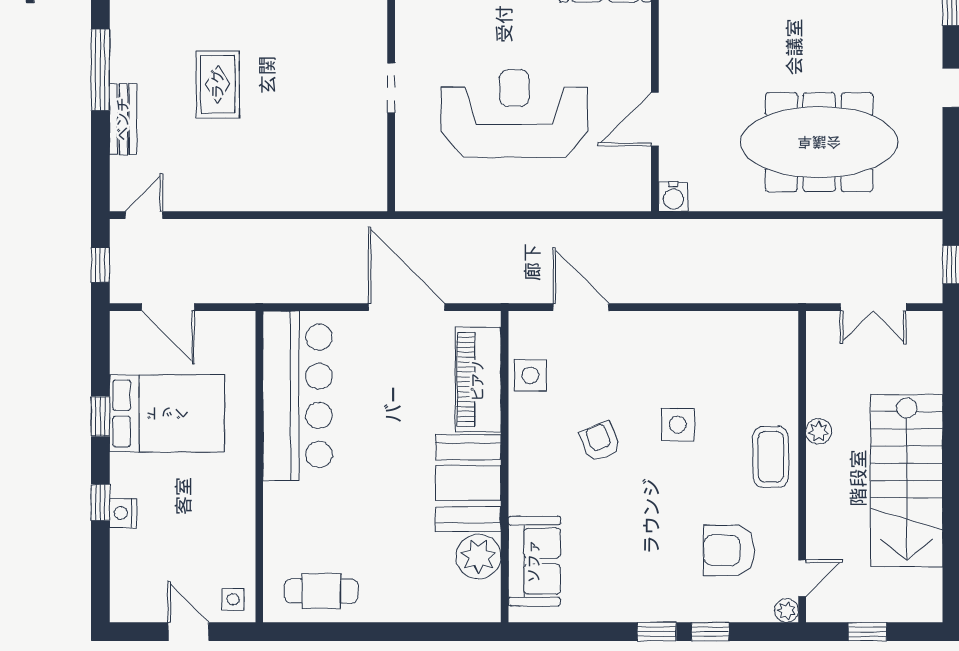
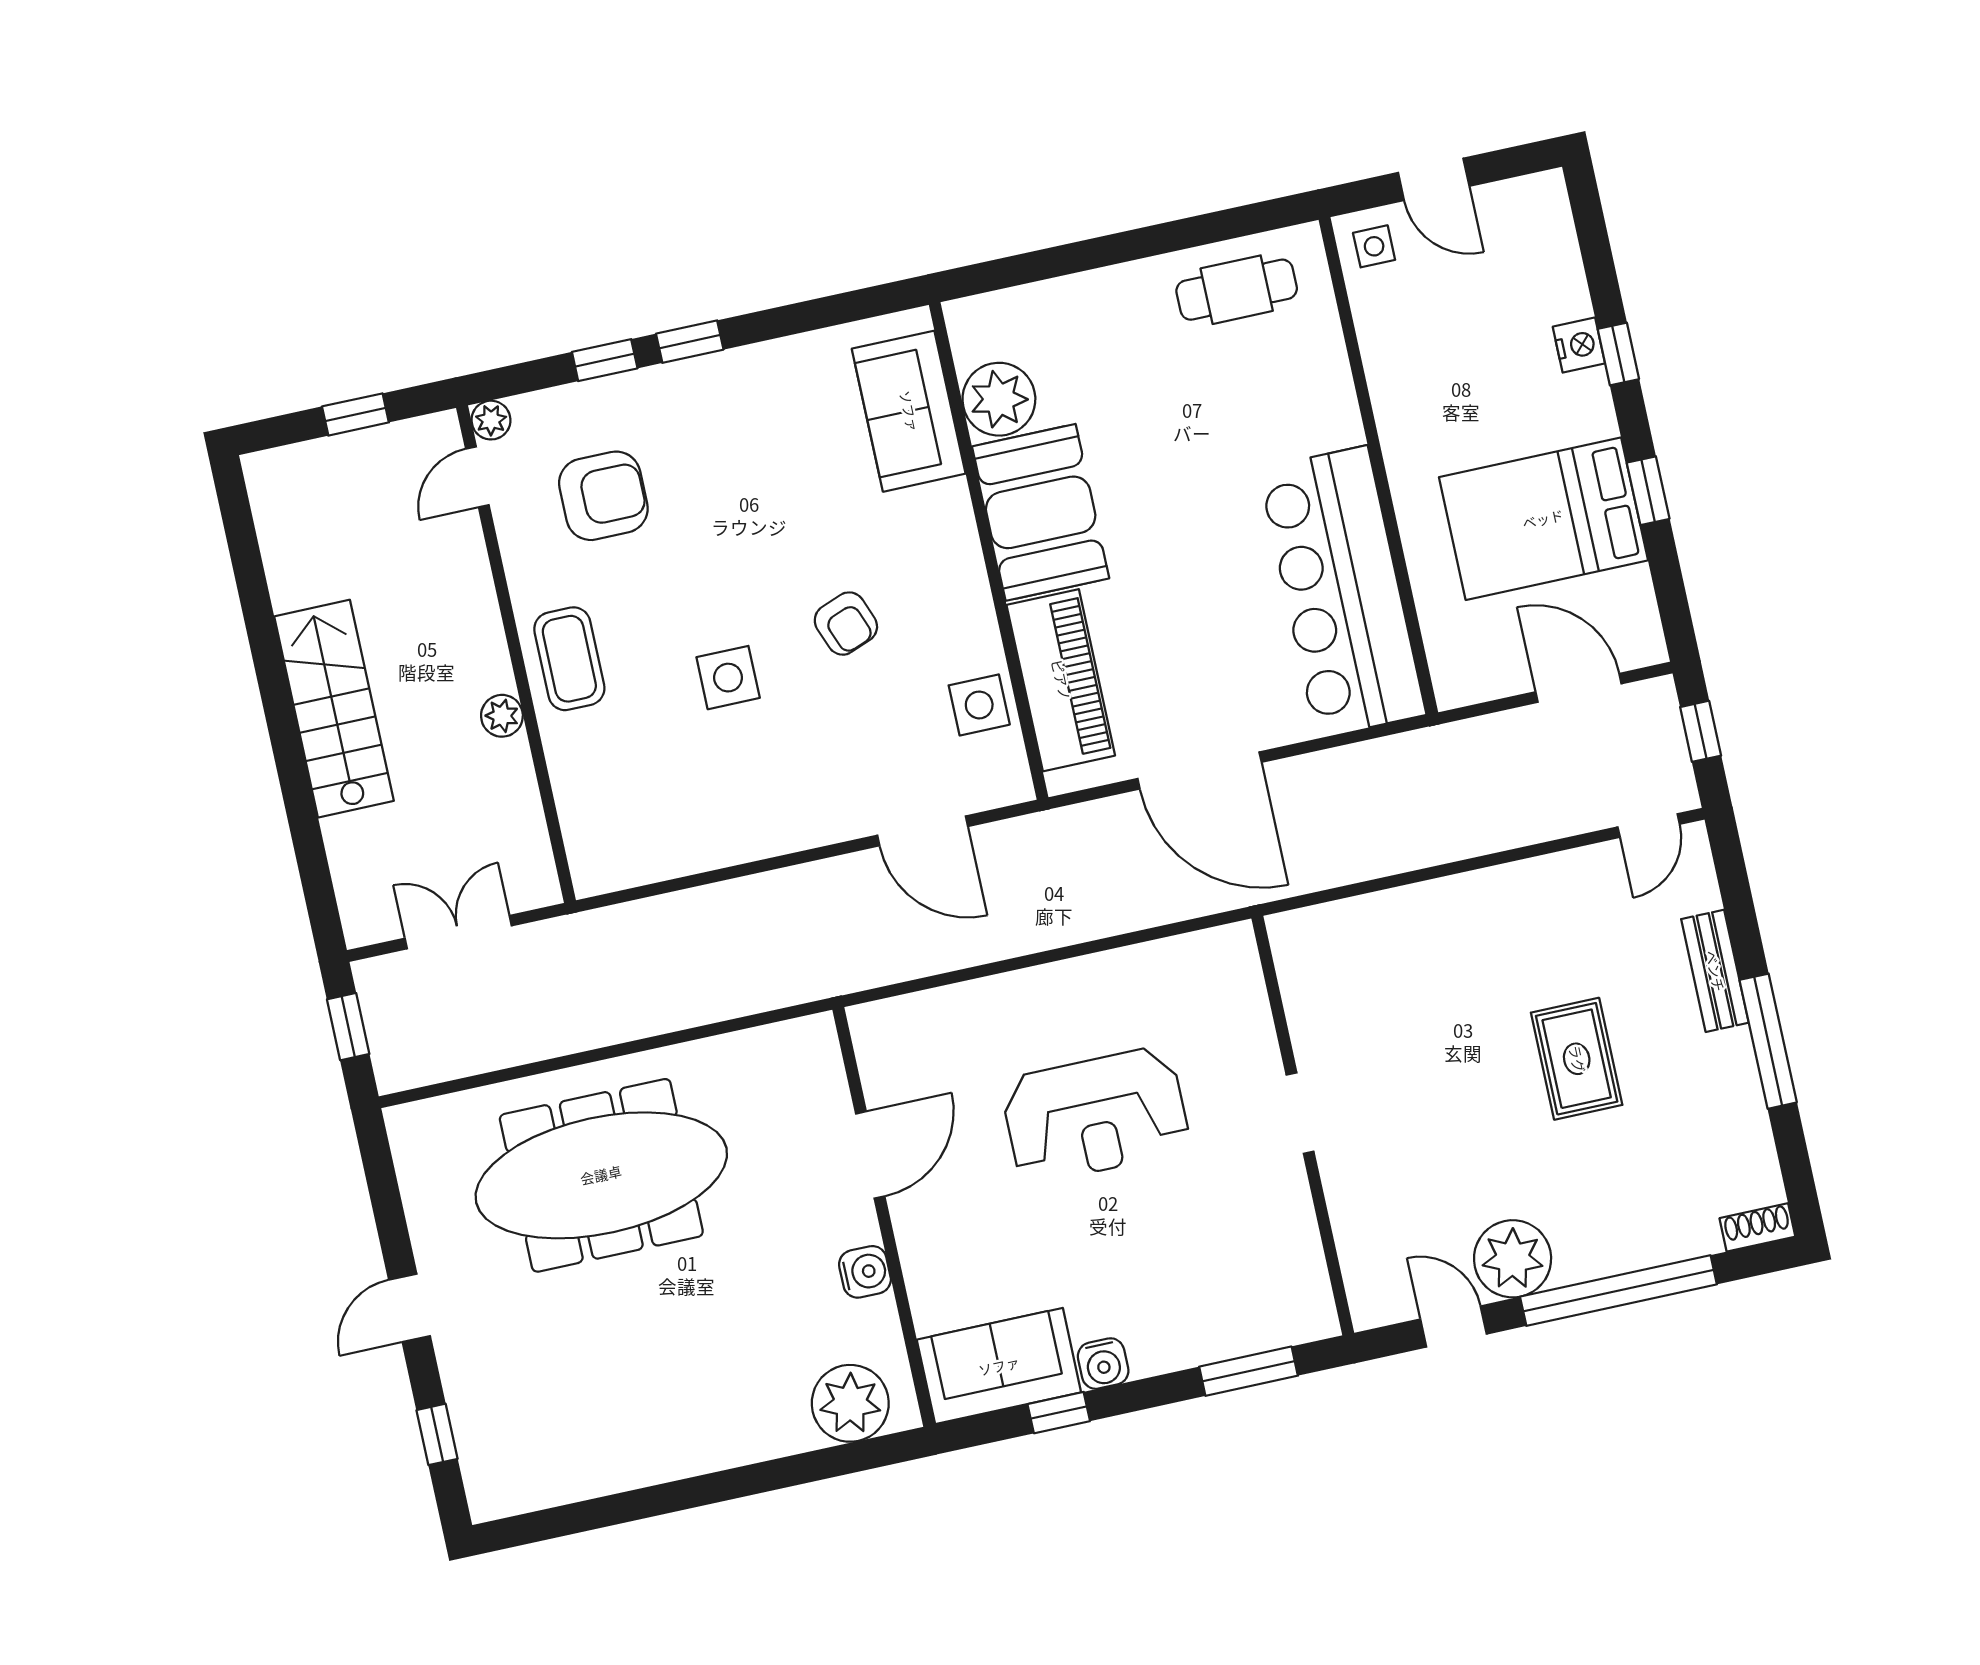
reception desk: (514, 114) -> (1095, 1115), width x0.74, depth x0.77
water cooler: (673, 197) -> (865, 1272), moved, turned 90
stairs: (907, 481) -> (334, 709), width x0.73, depth x0.66

